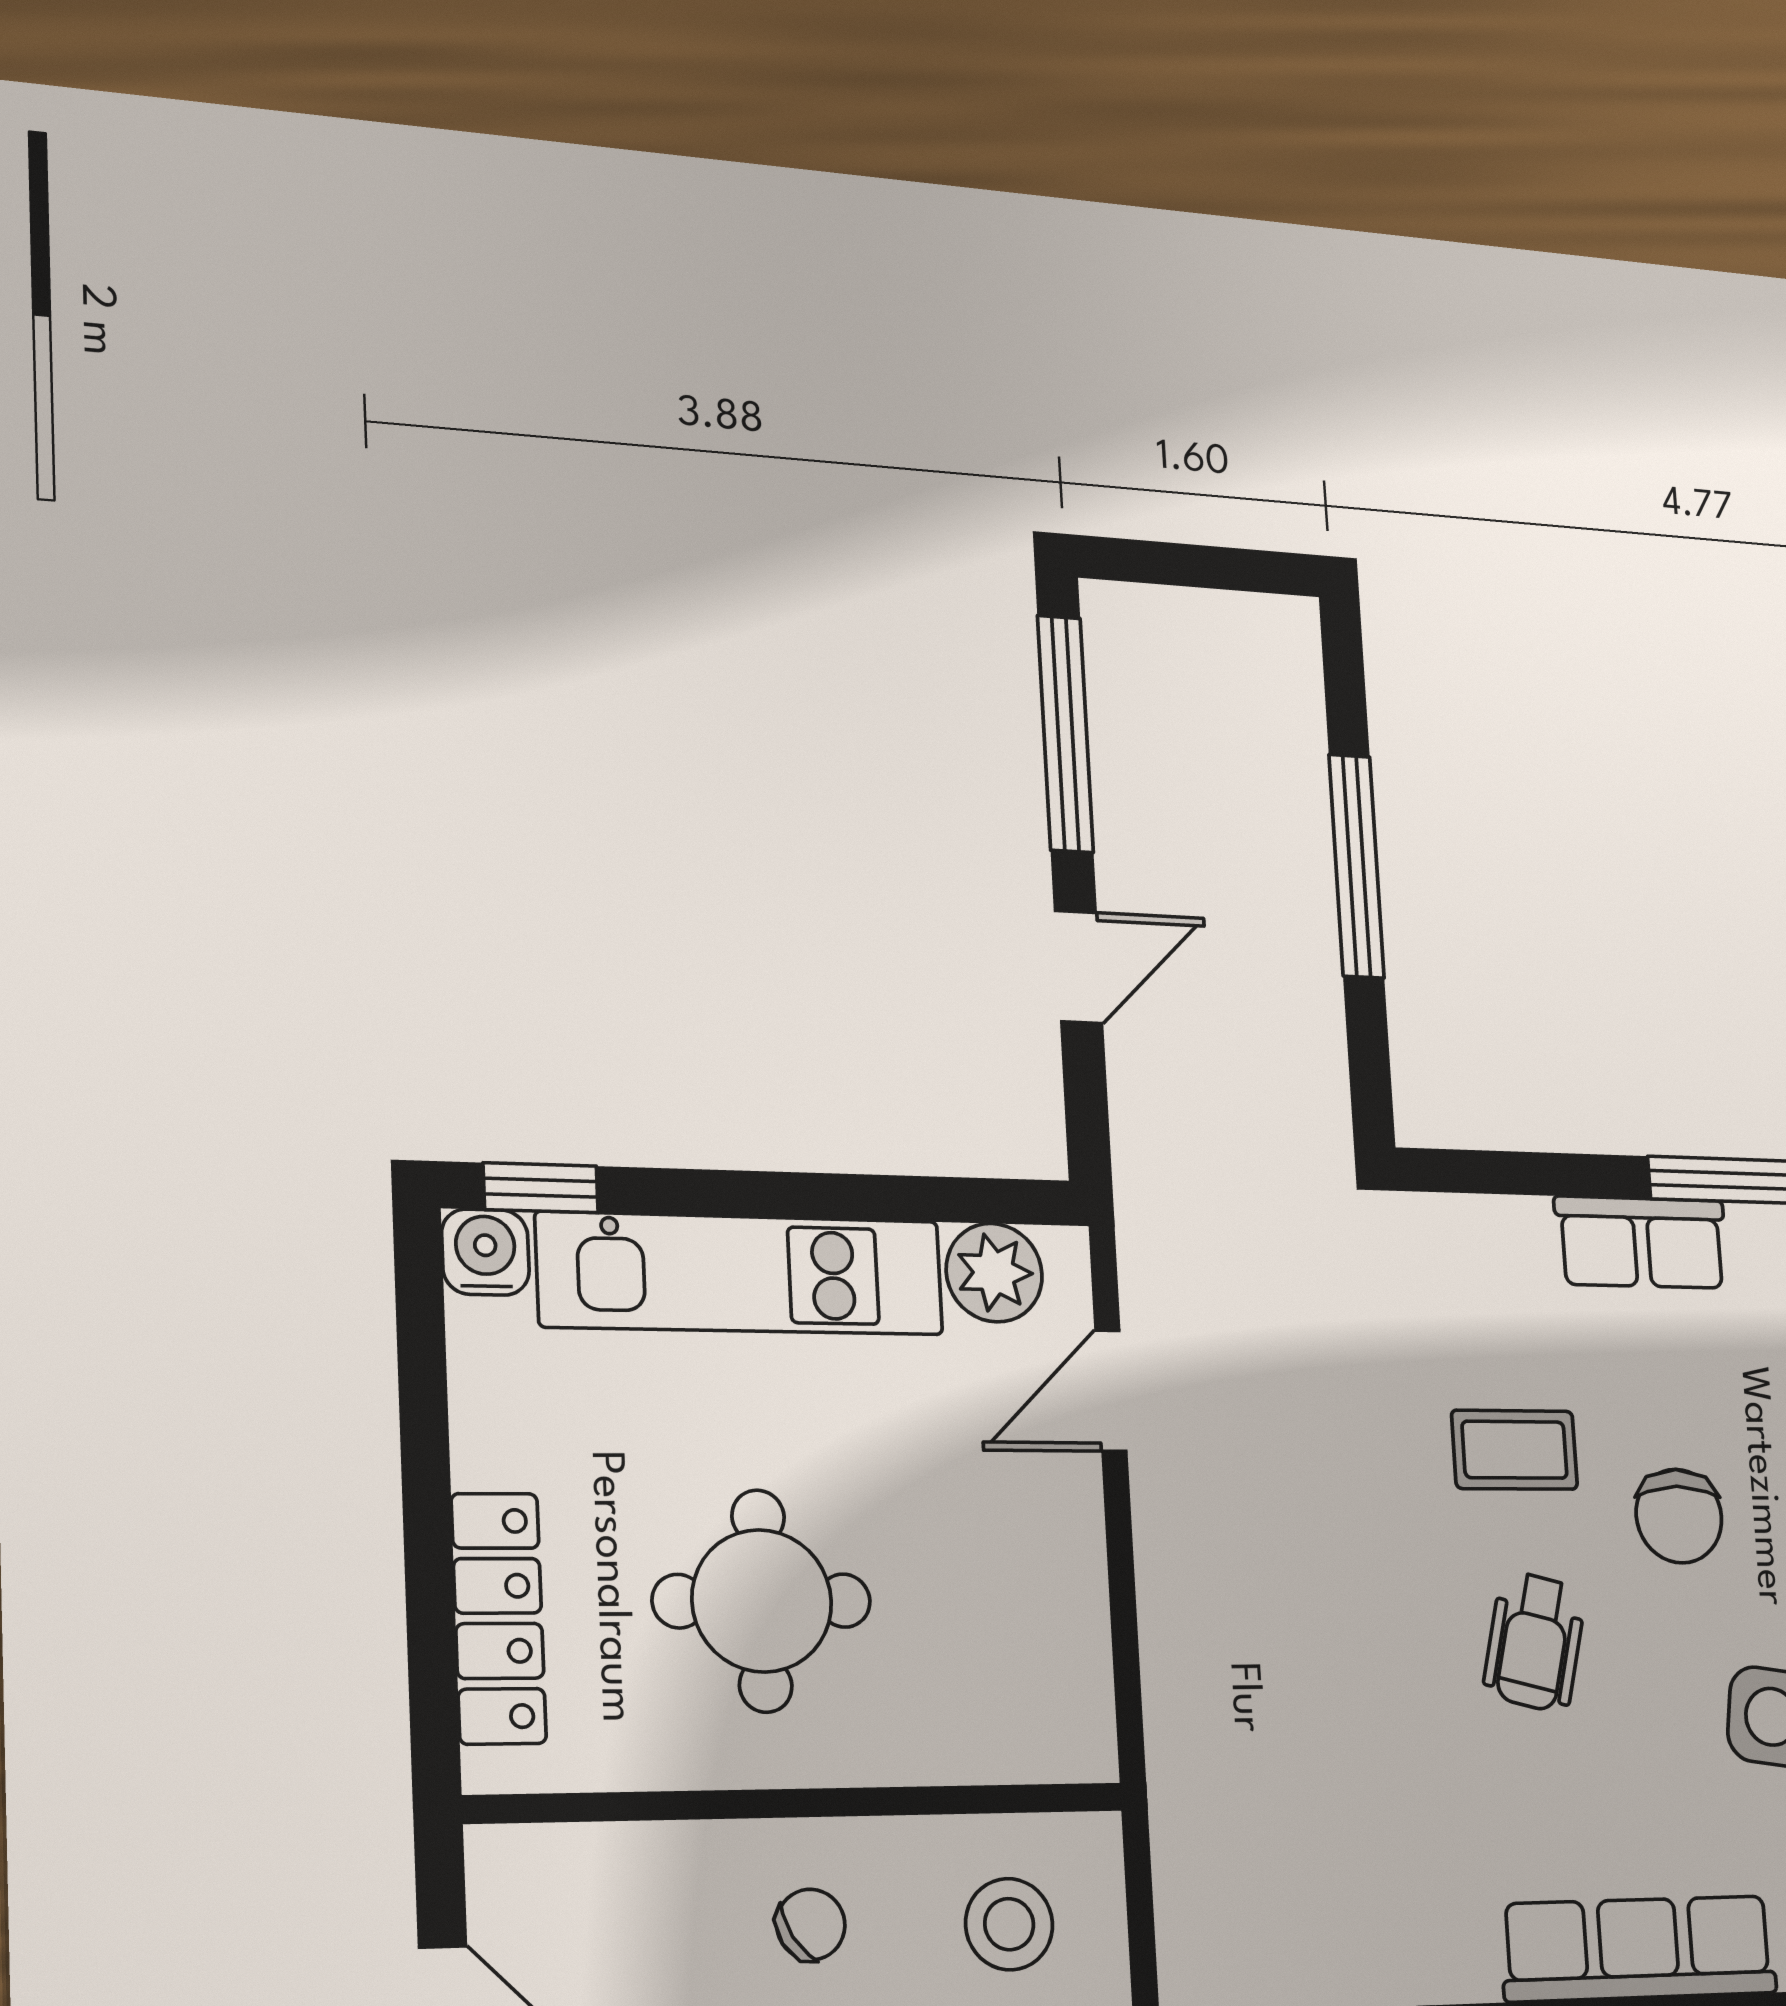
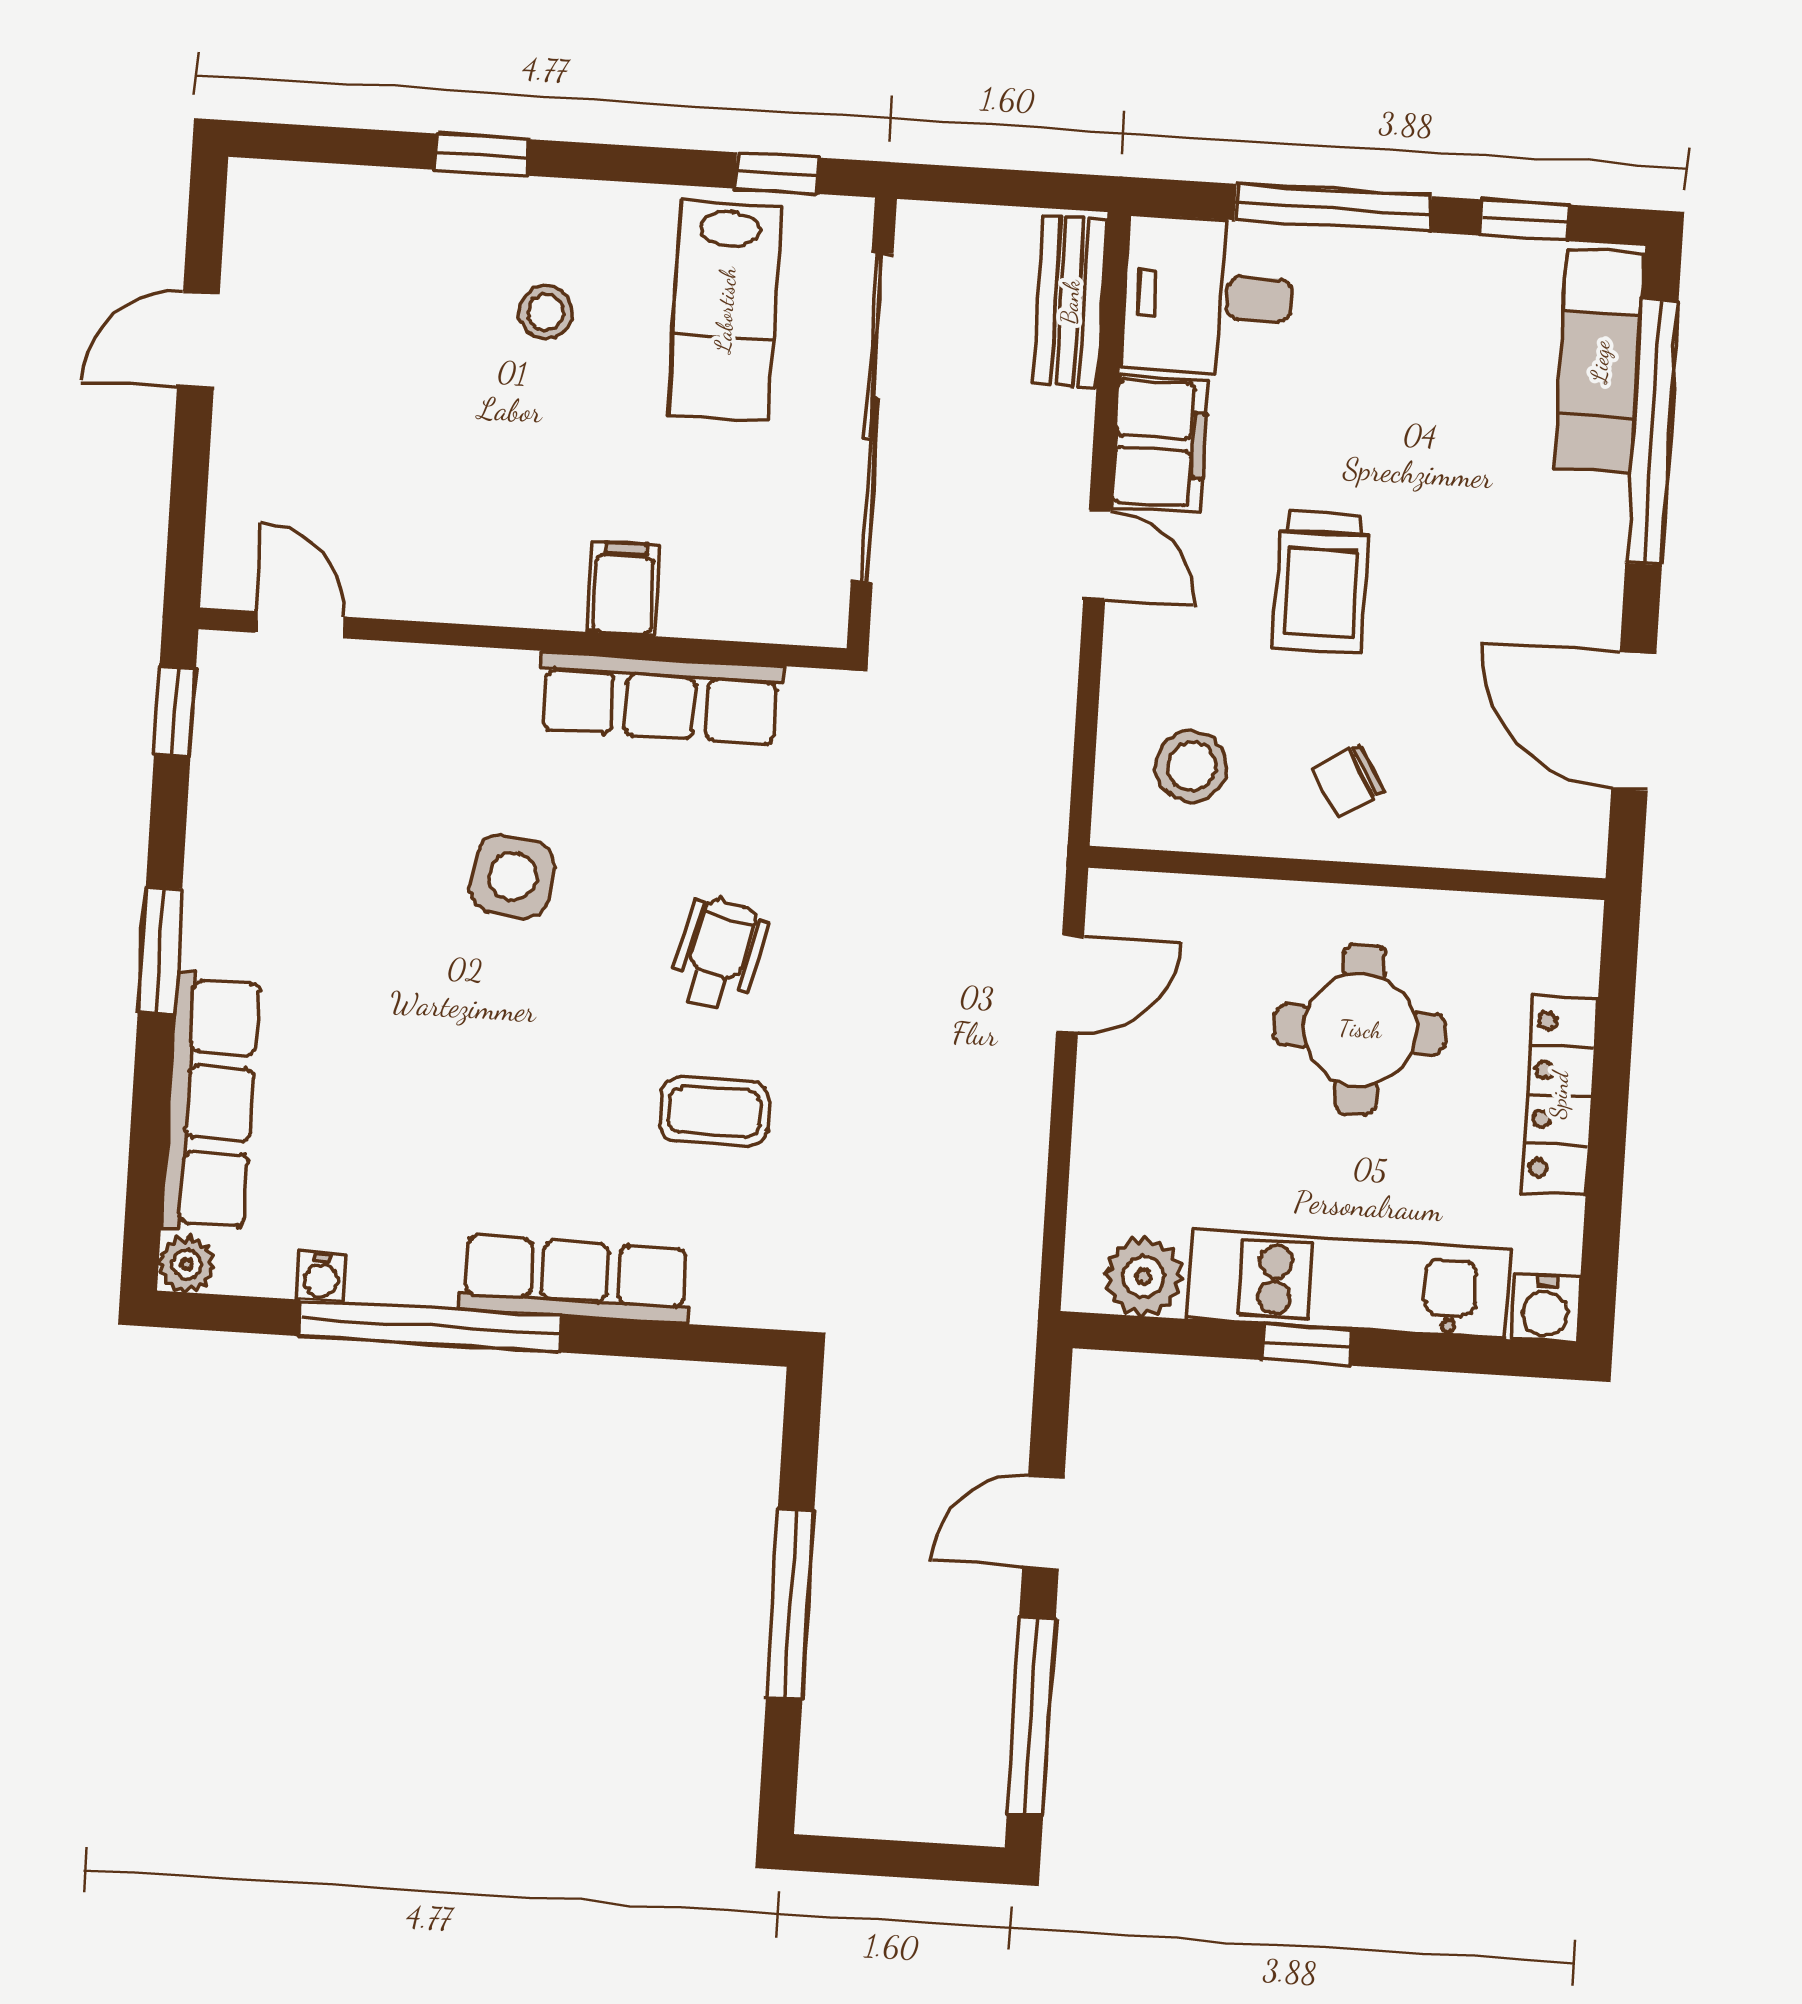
window: (541, 1188) -> (1307, 1345), moved
row of seats: (1642, 1242) -> (575, 1280), width x1.48
door: (1111, 1391) -> (1070, 984), moved
chair: (1679, 1516) -> (573, 1048), removed
locker: (499, 1618) -> (1559, 1095), moved

